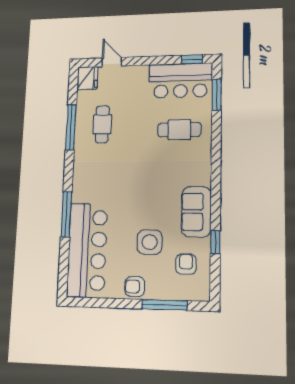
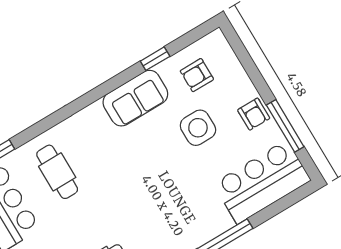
bar counter: (87, 250) -> (262, 182), width x0.73
window: (164, 305) -> (285, 126), moved

